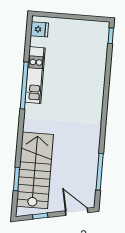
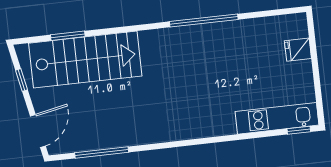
fridge: (39, 29) -> (298, 50), moved, turned 90
kitchen unit: (35, 75) -> (277, 118), moved, turned 180

